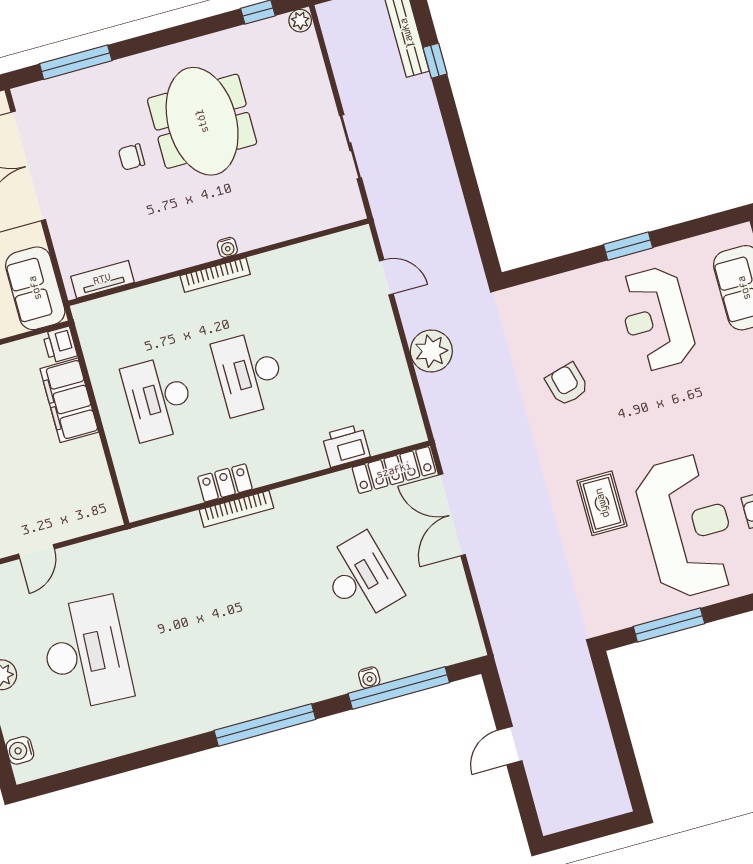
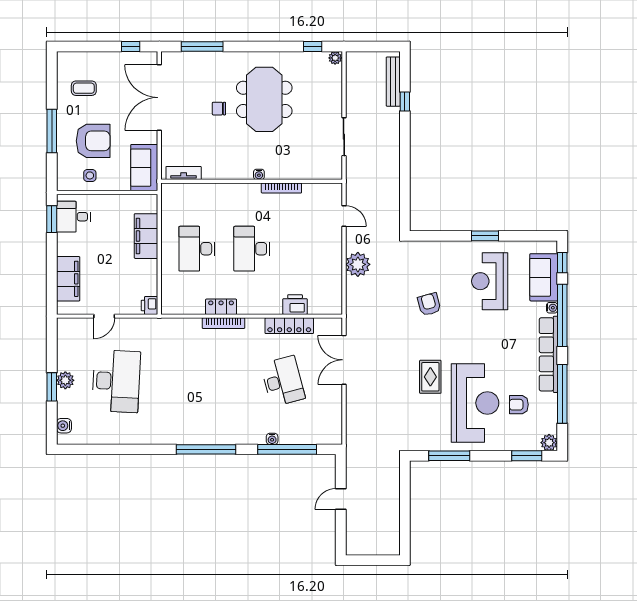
bookcase: (215, 275) -> (281, 188), moved
printer: (60, 345) -> (149, 305), moved
locker: (394, 470) -> (289, 326), moved

